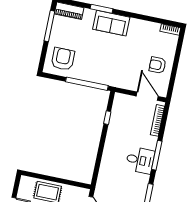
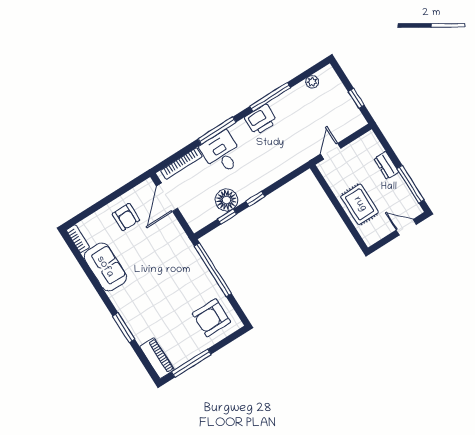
sofa: (111, 23) -> (105, 267), moved
floor lamp: (116, 126) -> (226, 200), added
window: (102, 141) -> (255, 199), added
desk: (140, 160) -> (222, 153), moved
printer: (140, 183) -> (261, 120), added

